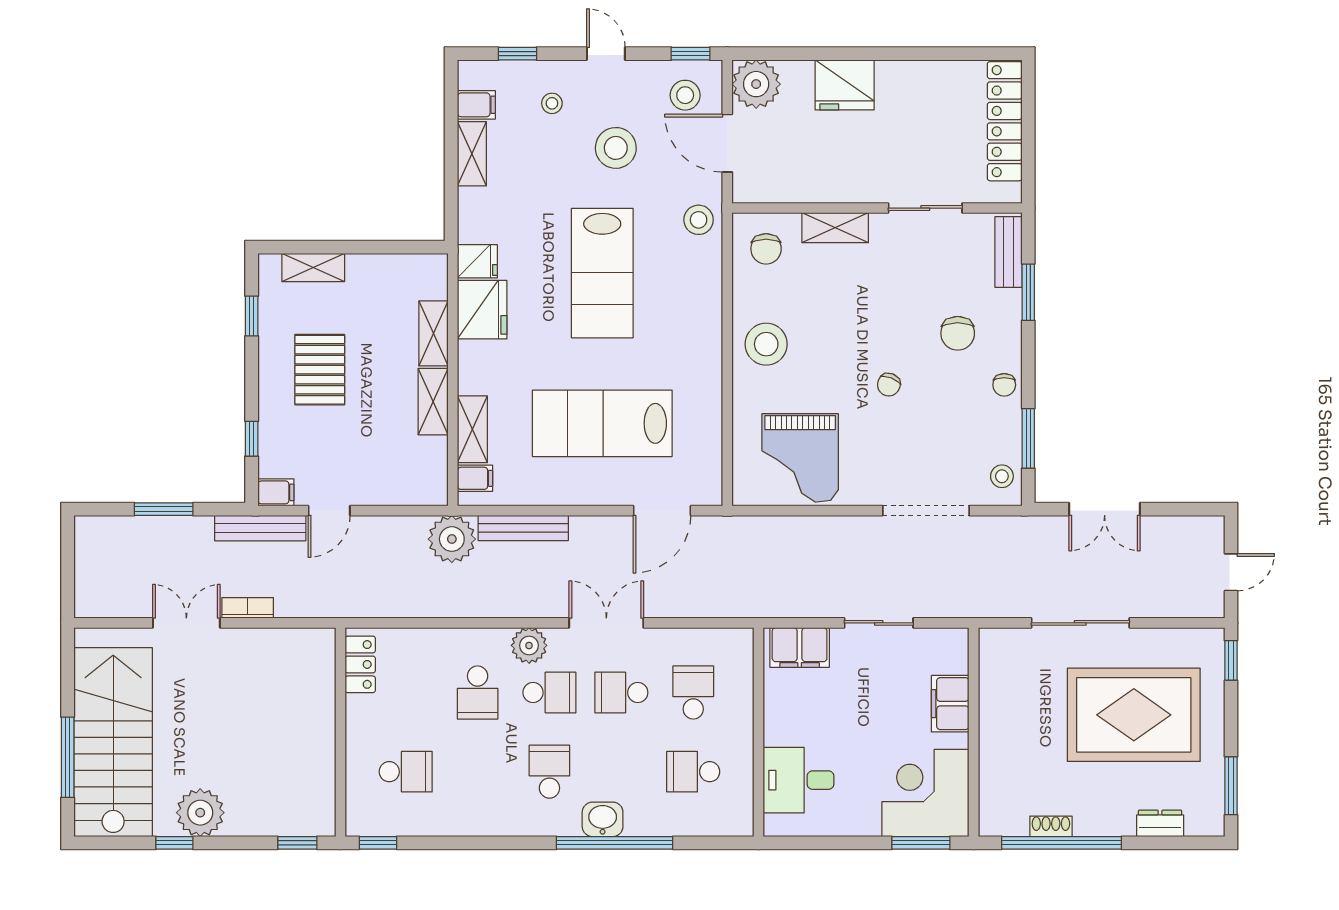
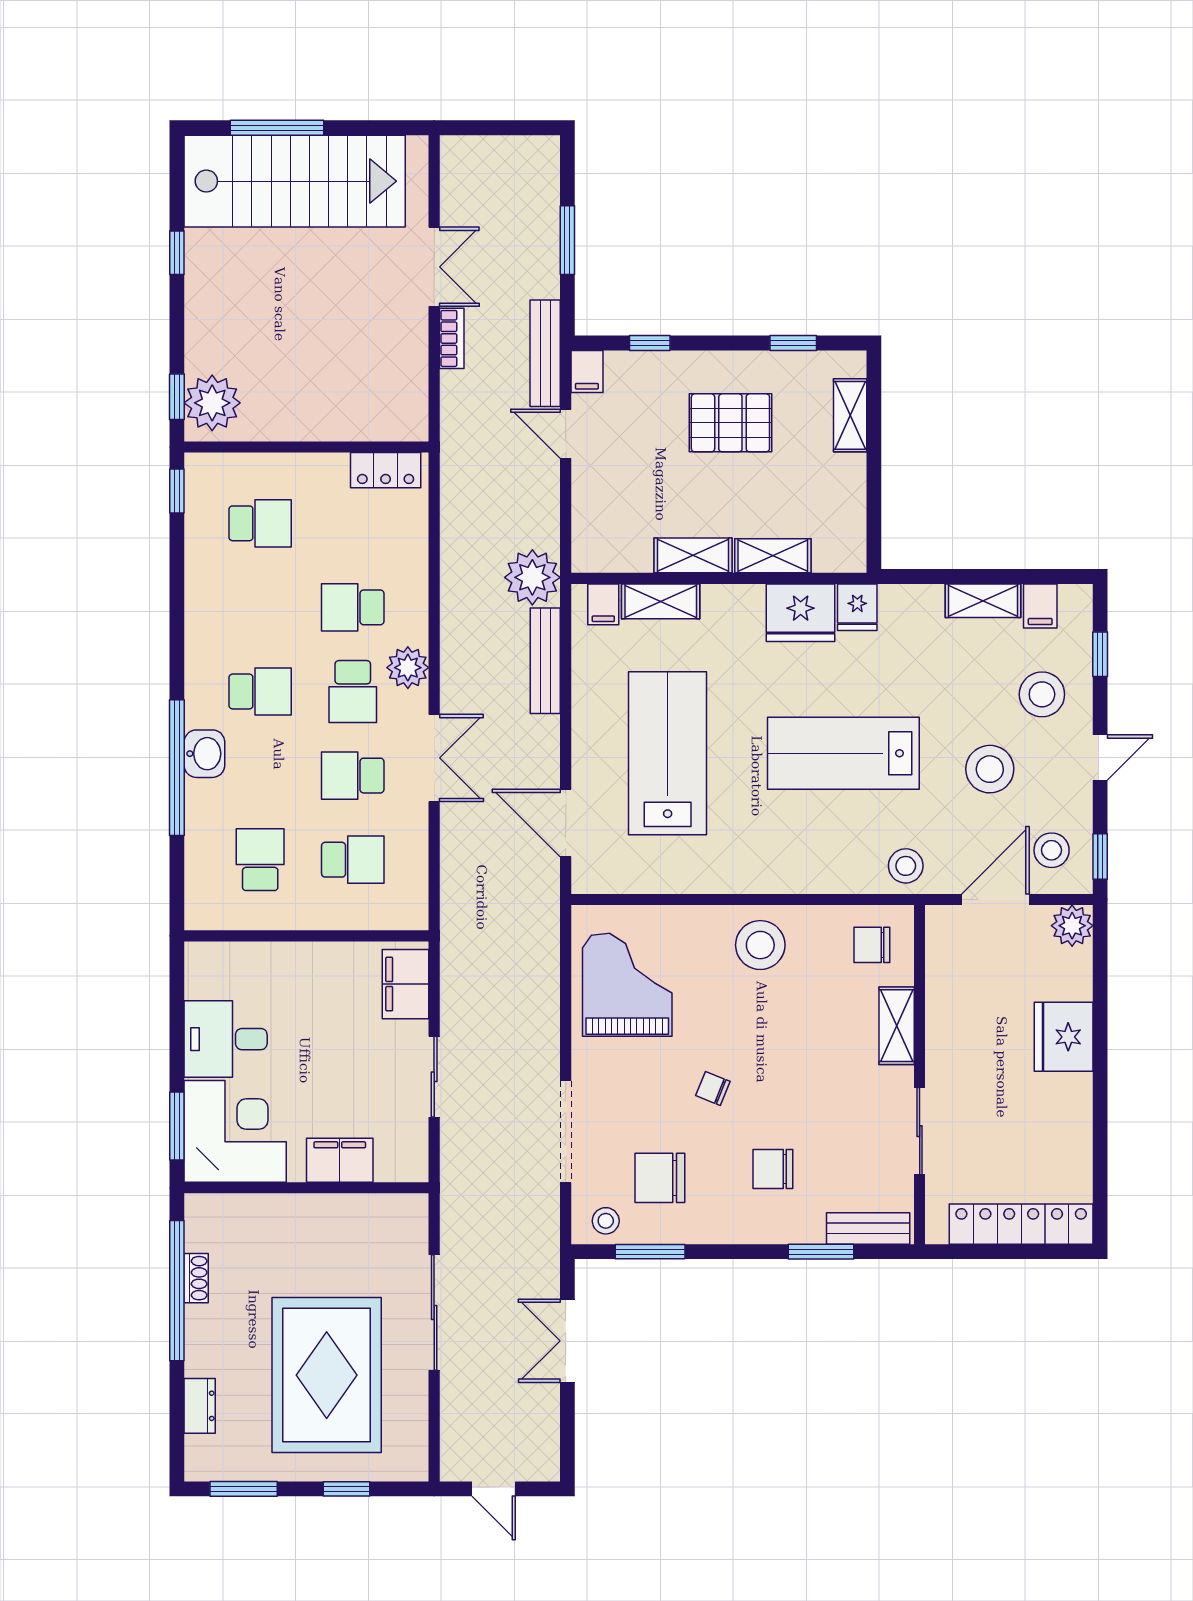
plant: (756, 84) -> (1072, 926), width x0.73, depth x0.73
stool: (552, 103) -> (1042, 694), width x1.89, depth x1.89
chair: (1004, 385) -> (660, 1178), moved, width x1.87, depth x1.87
grand piano: (800, 458) -> (627, 985), turned 90
window: (1231, 660) -> (346, 1489), moved
school desk: (621, 693) -> (353, 776), turned -90
school desk: (406, 772) -> (260, 523), turned -90
desk: (799, 780) -> (226, 1039), moved, turned -90
plant: (200, 813) -> (212, 403), moved

